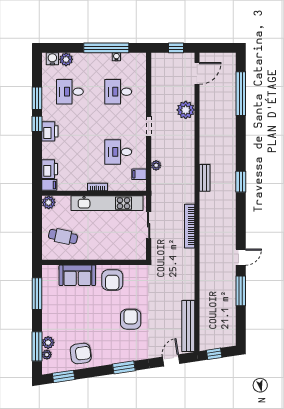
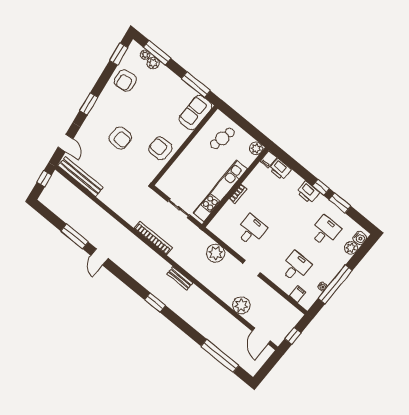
plant: (156, 165) -> (216, 253), width x1.88, depth x1.88
filing cabinet: (139, 174) -> (298, 294), moved
sofa: (77, 275) -> (195, 113), moved

